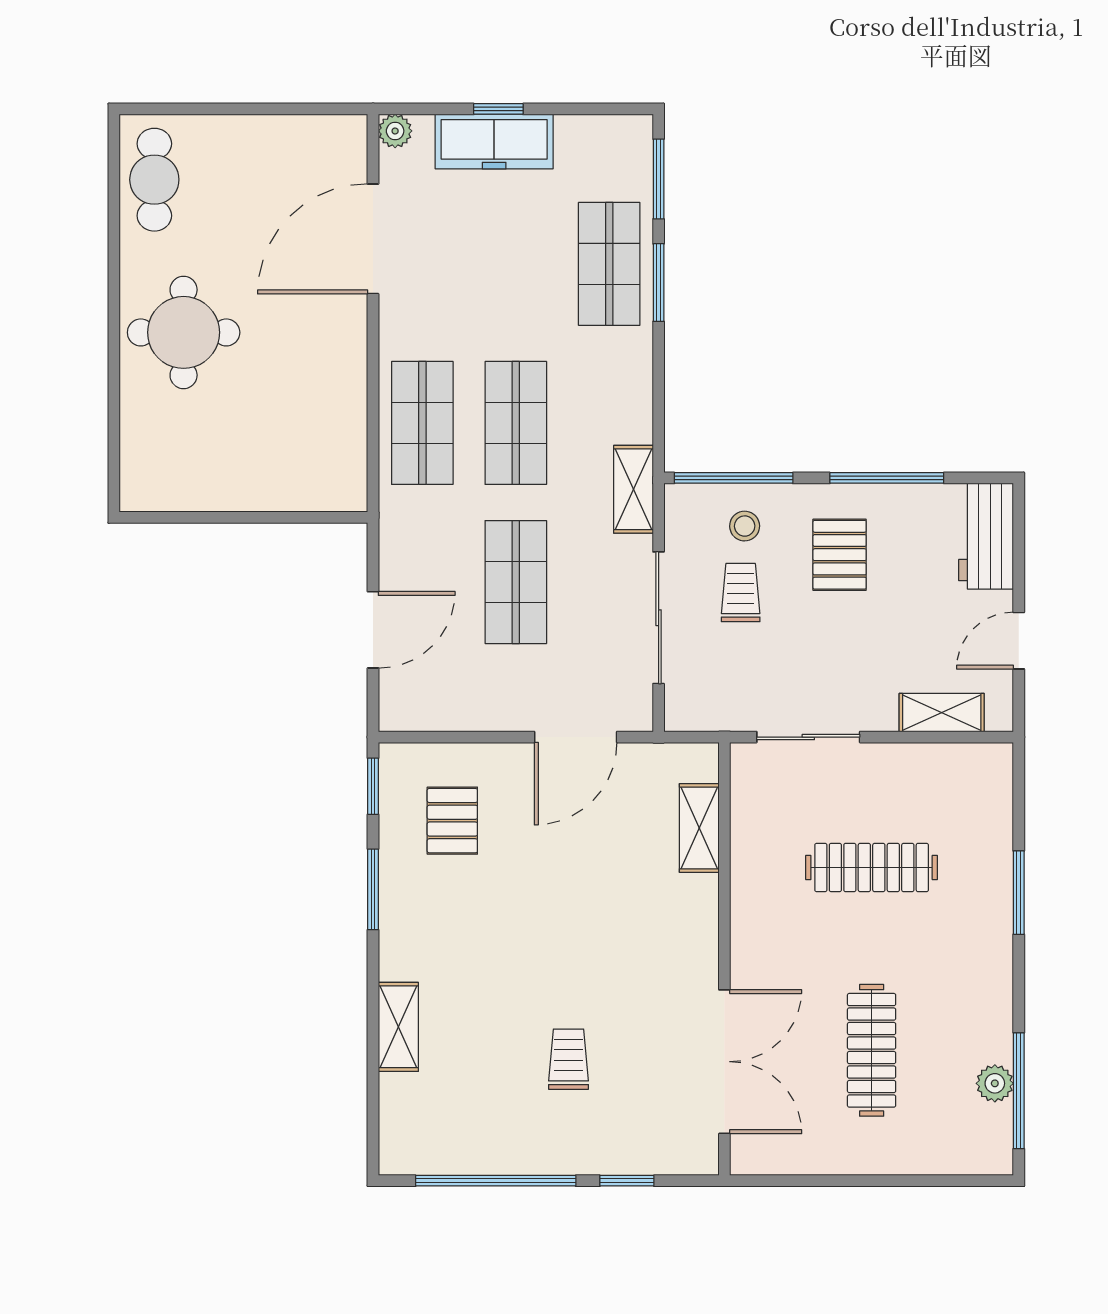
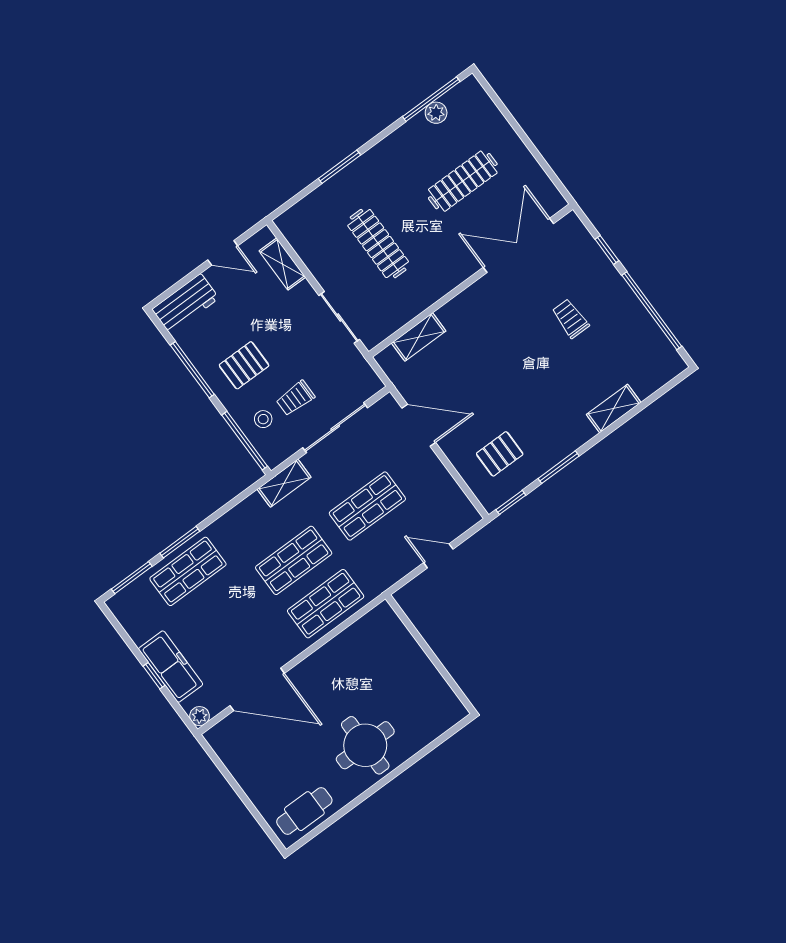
door: (373, 630) -> (438, 556), width x0.73
trolley: (569, 1059) -> (571, 319), turned 90

